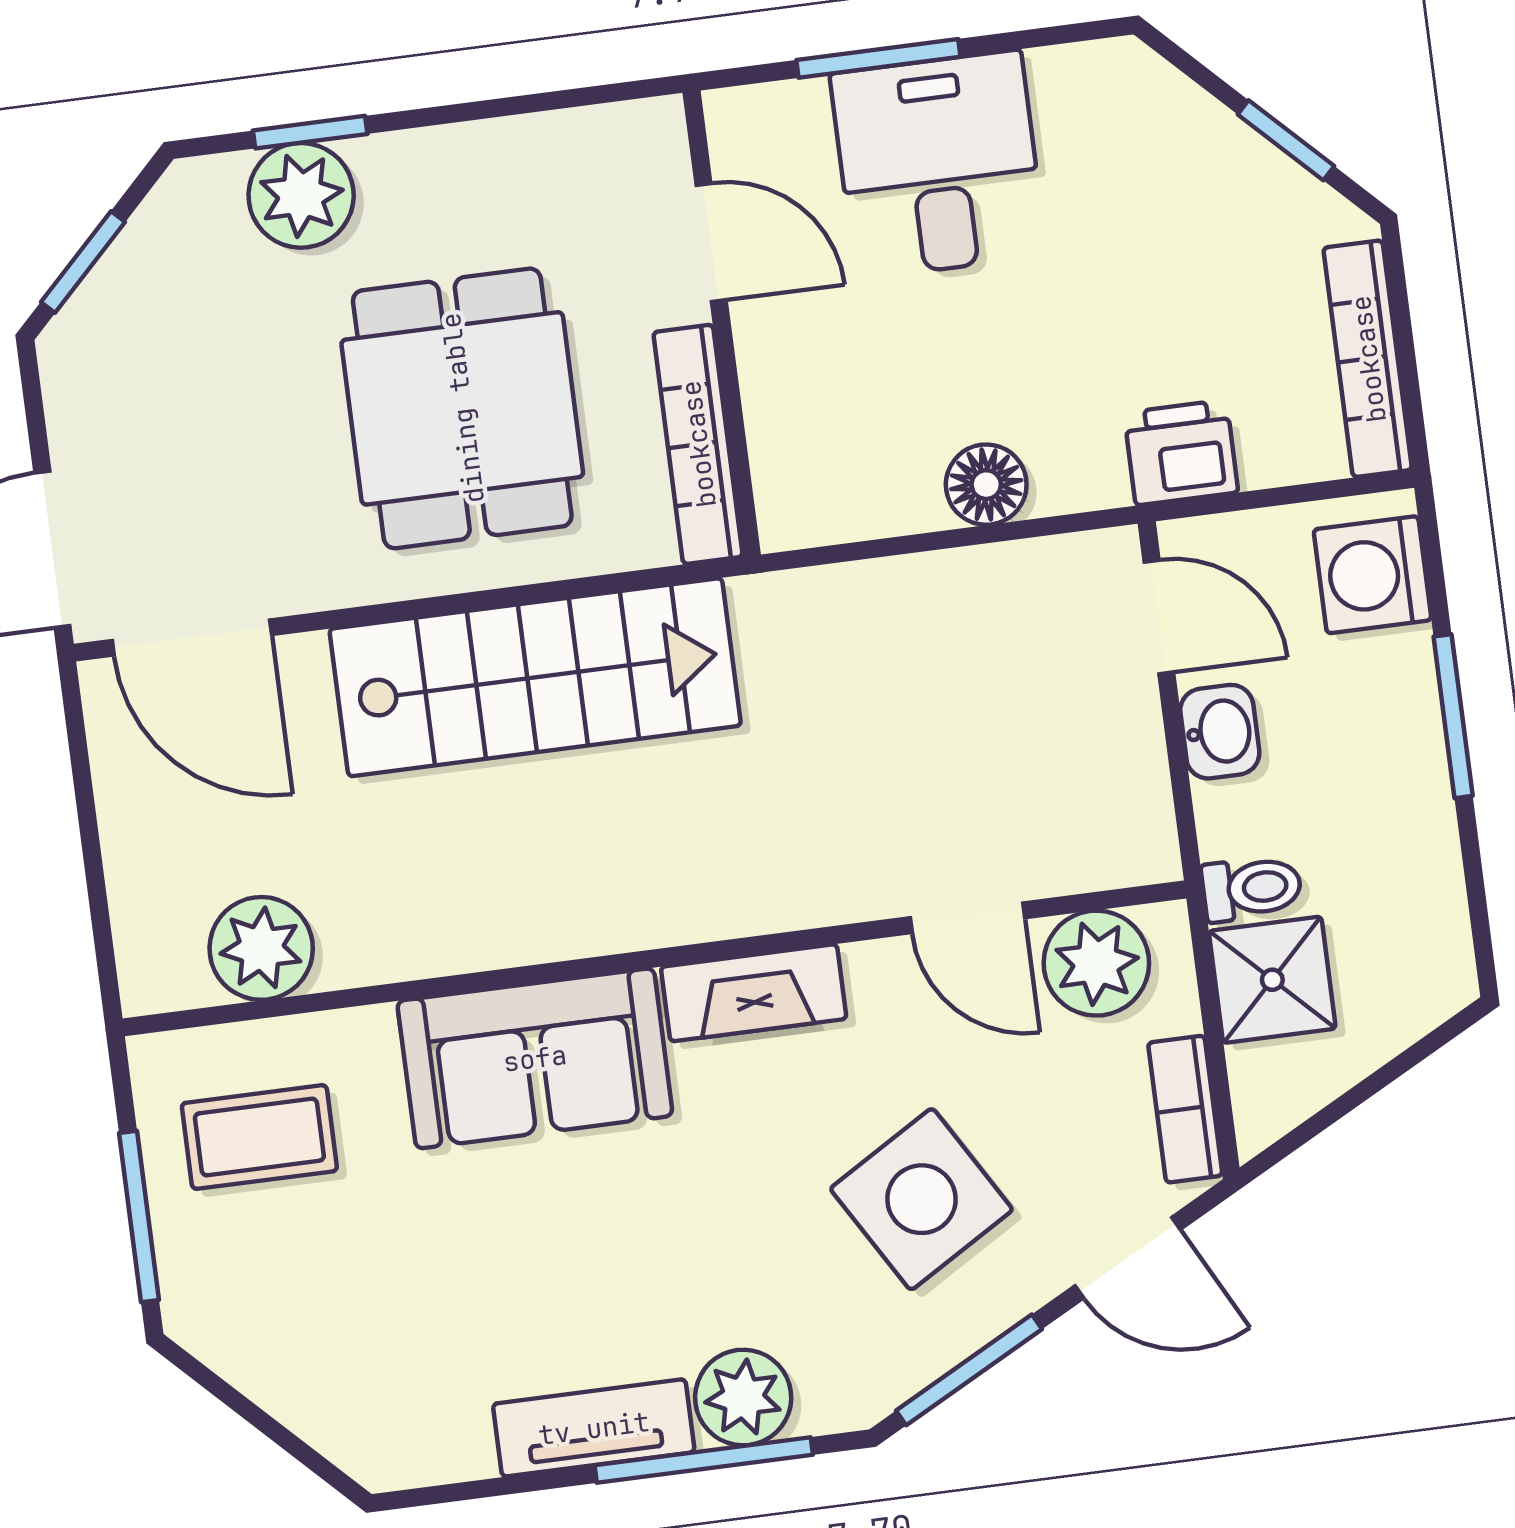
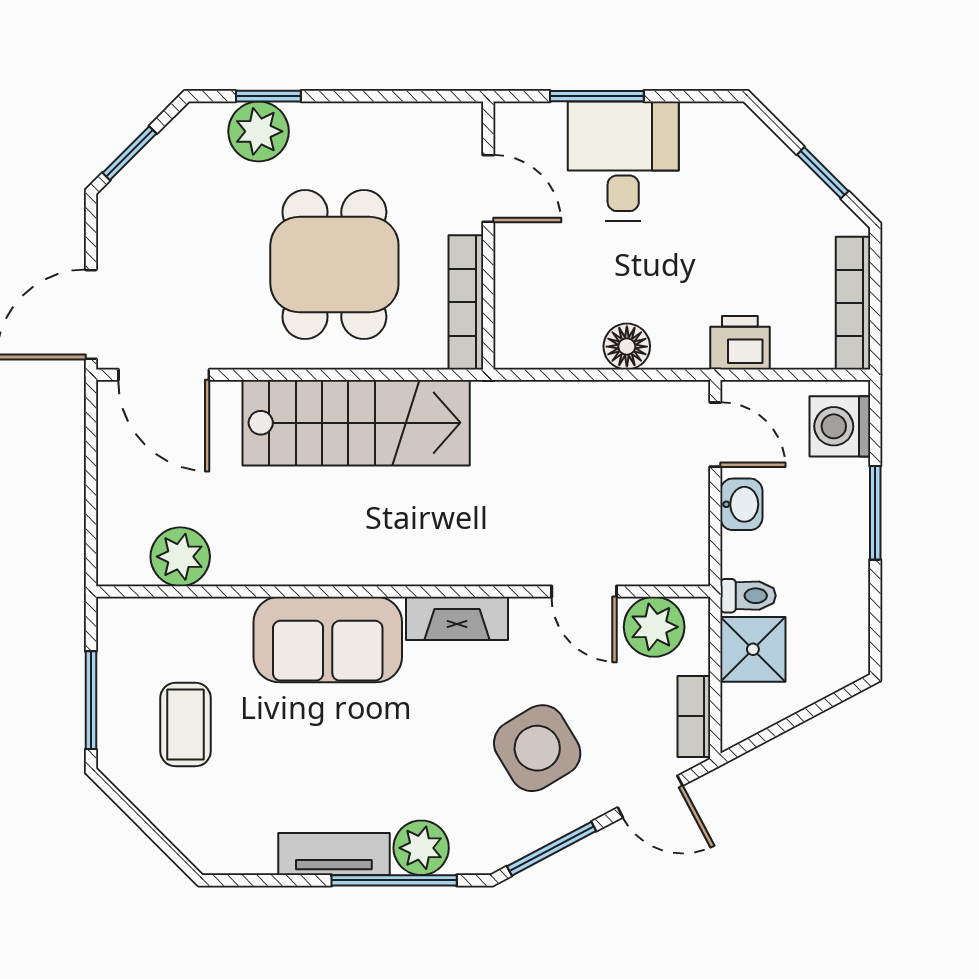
coffee table: (259, 1137) -> (185, 725), moved, turned 90

